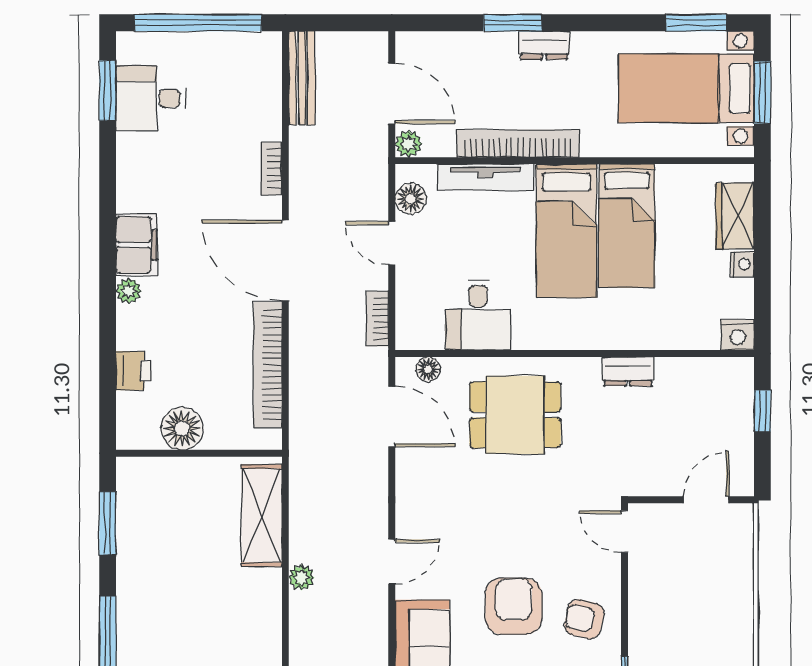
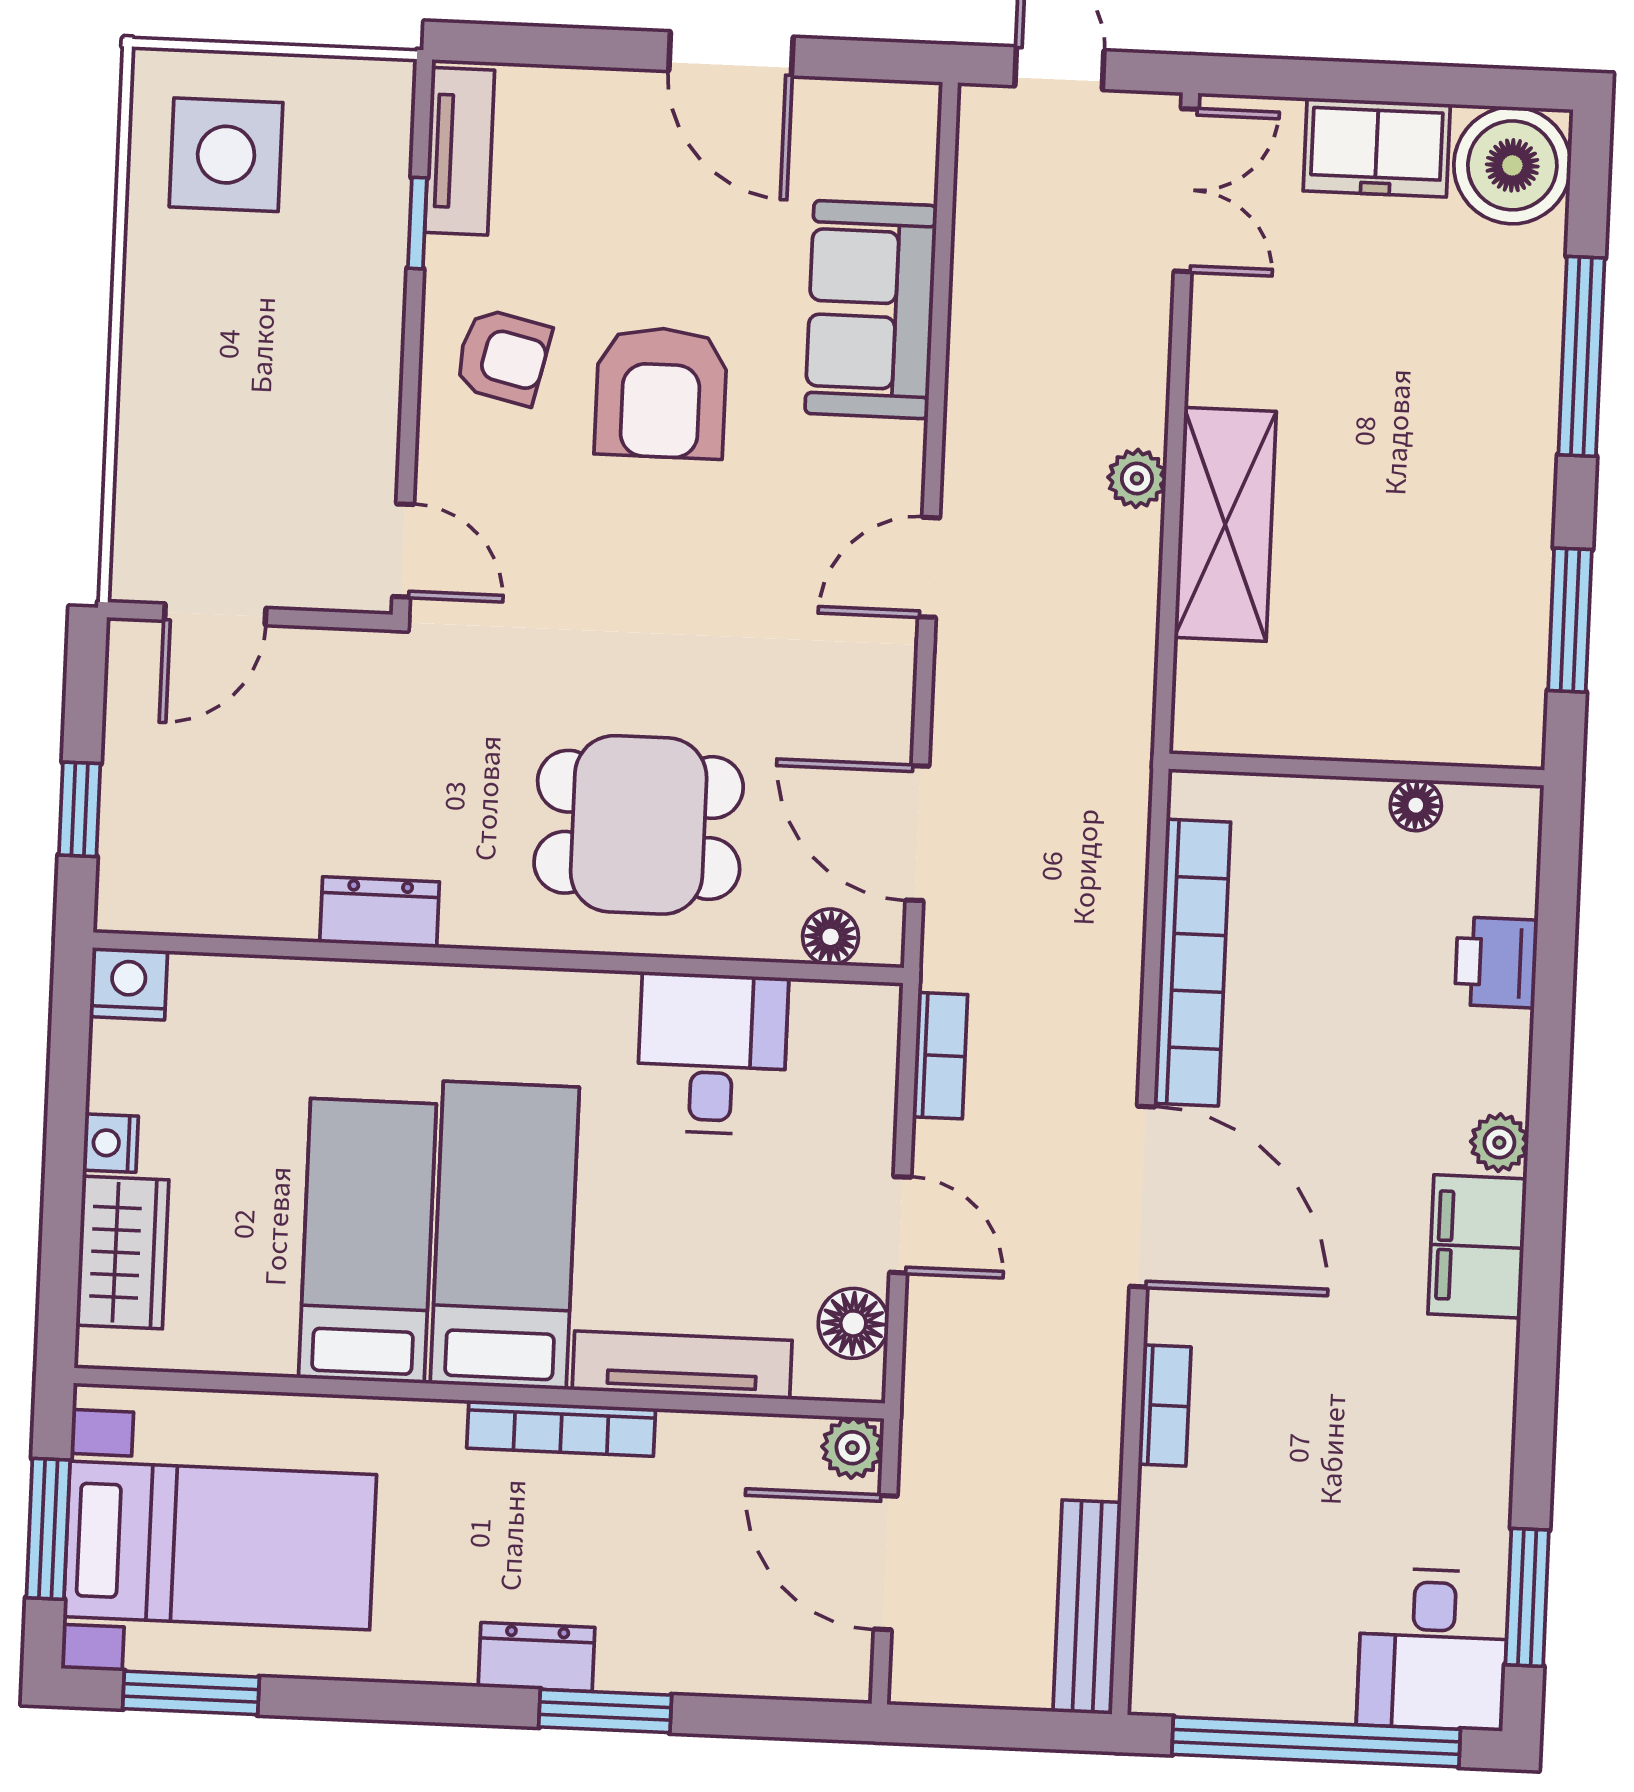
desk: (151, 98) -> (1433, 1649), moved, turned 90
bookcase: (518, 143) -> (561, 1428), width x0.68, depth x0.76
floor lamp: (182, 429) -> (1416, 805), width x0.53, depth x0.53
shelving: (262, 516) -> (1225, 524), moved
door: (392, 562) -> (929, 567), moved

